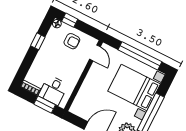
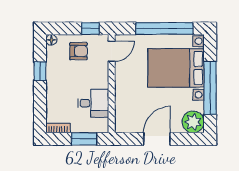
window: (70, 20) -> (90, 28), moved
door: (95, 53) -> (112, 51), hinge flipped
desk: (53, 90) -> (93, 103), moved, turned -90

